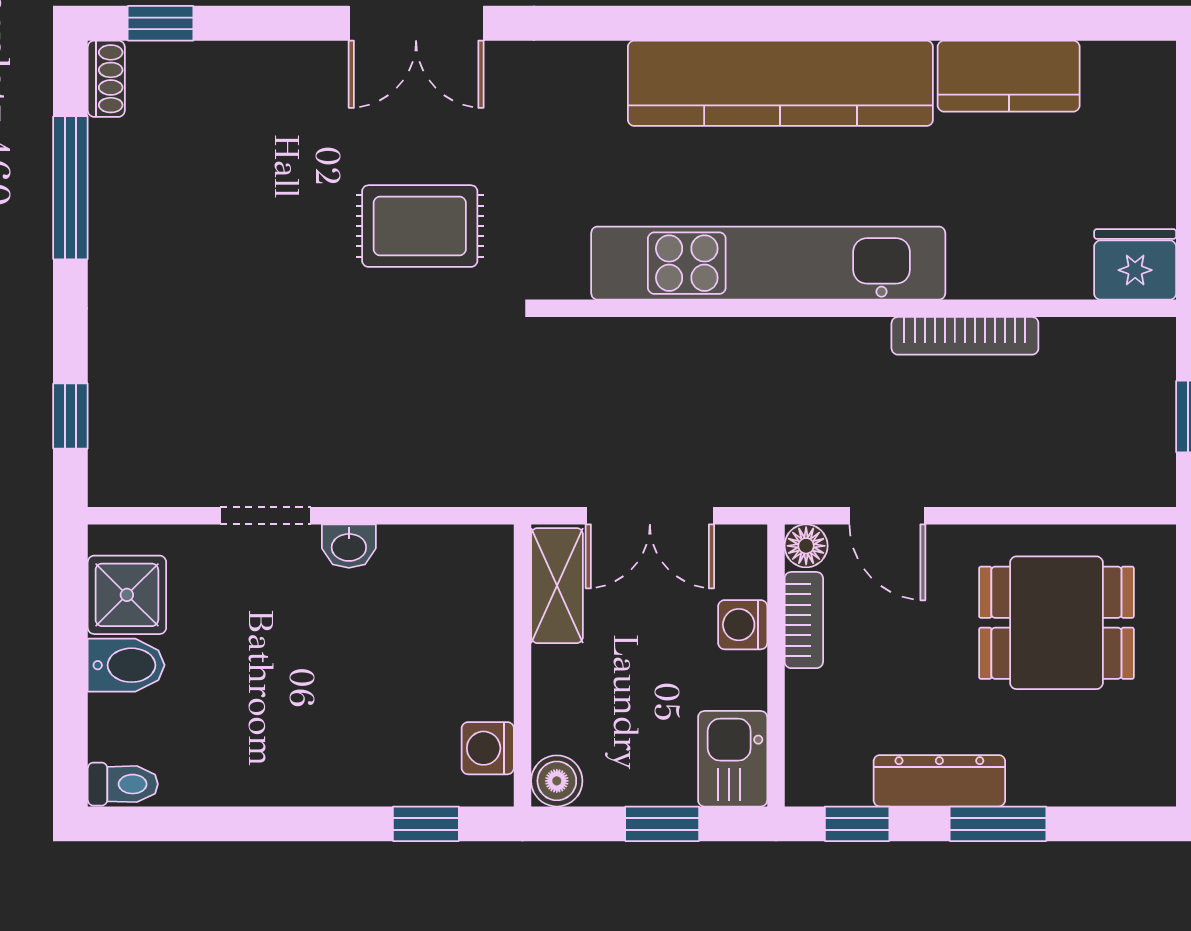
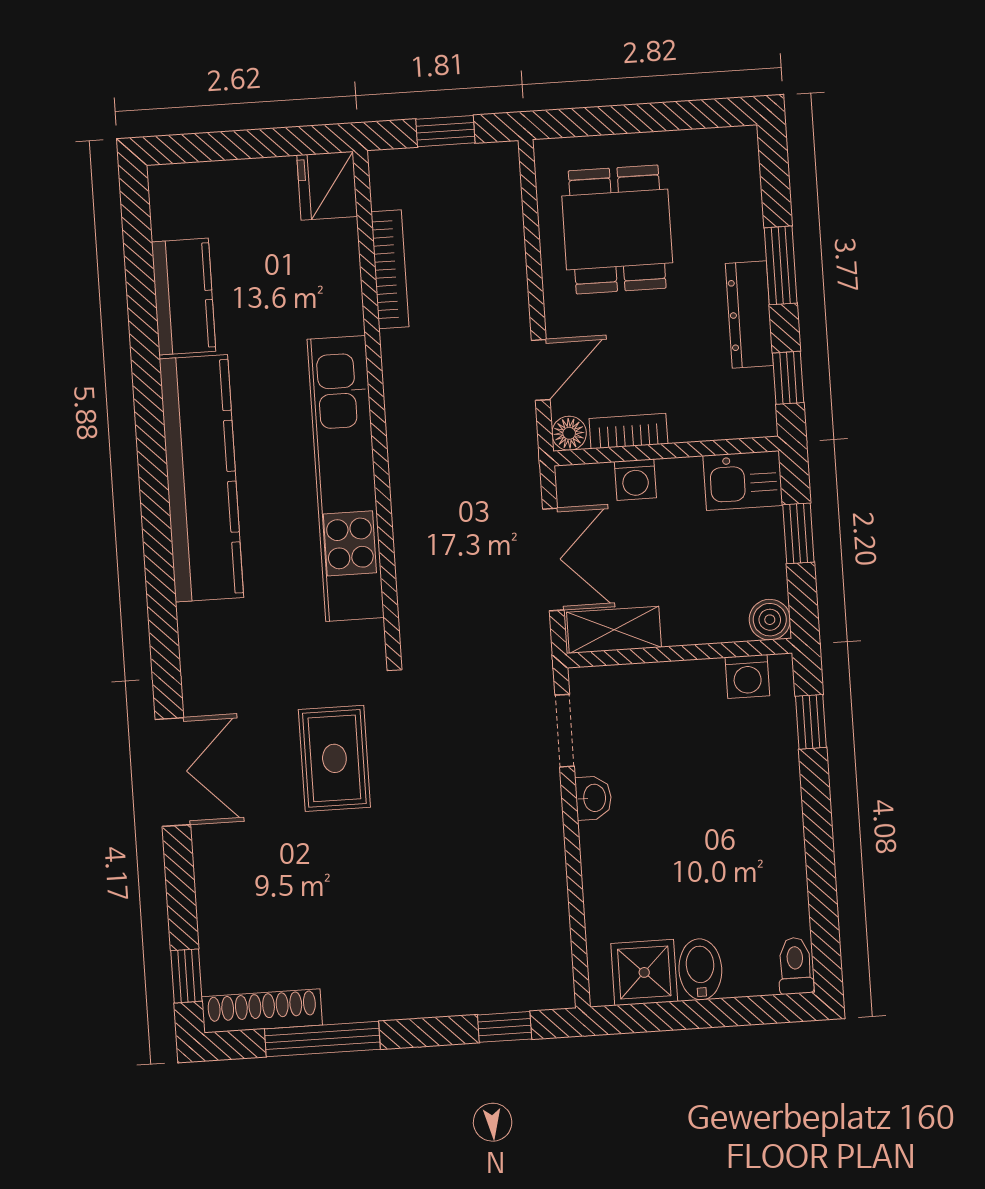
shoe rack: (106, 79) -> (262, 1011), width x1.94, depth x1.24
bookcase: (965, 336) -> (390, 269), moved
doorway: (265, 516) -> (565, 731), moved

